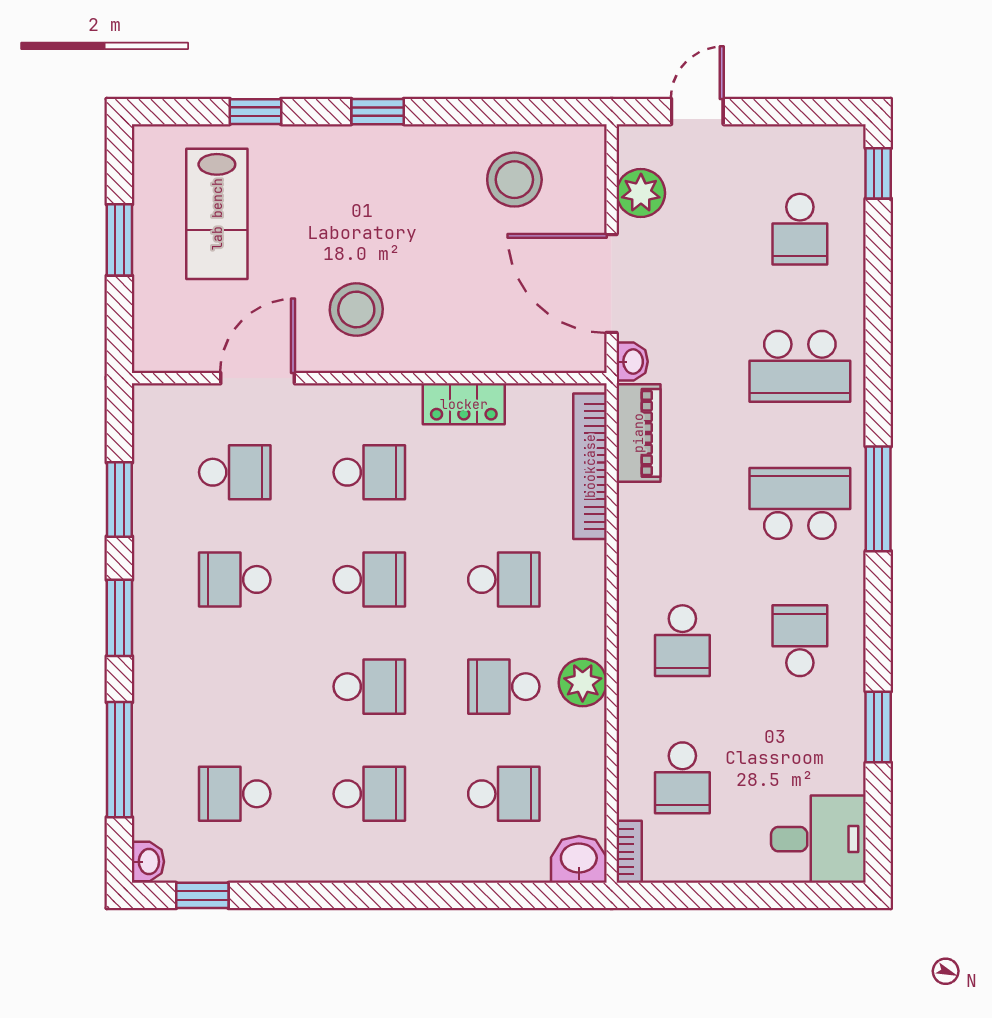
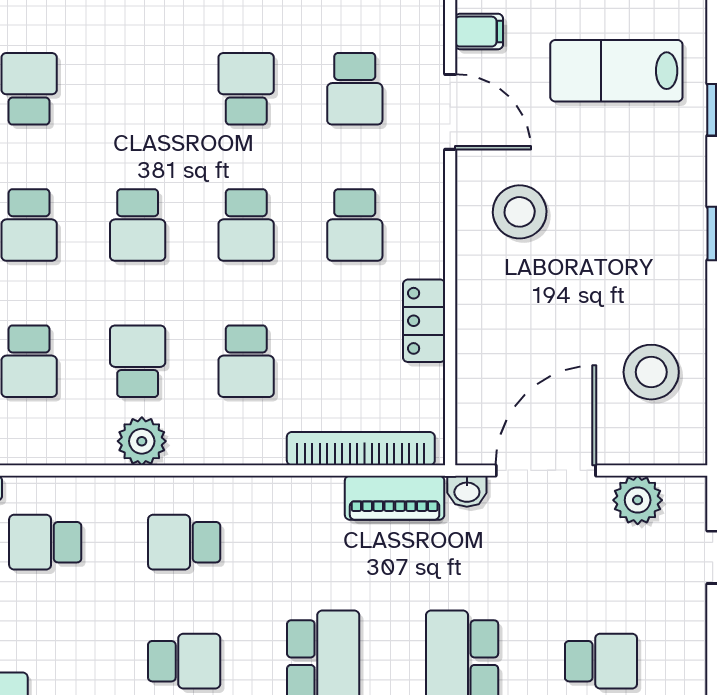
school desk: (800, 229) -> (601, 661), turned 180
filing cabinet: (178, 350) -> (479, 32), added

